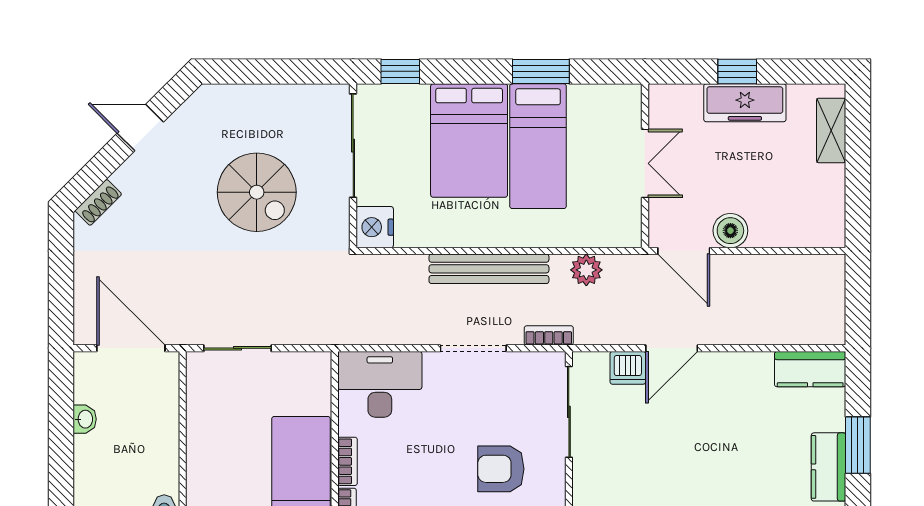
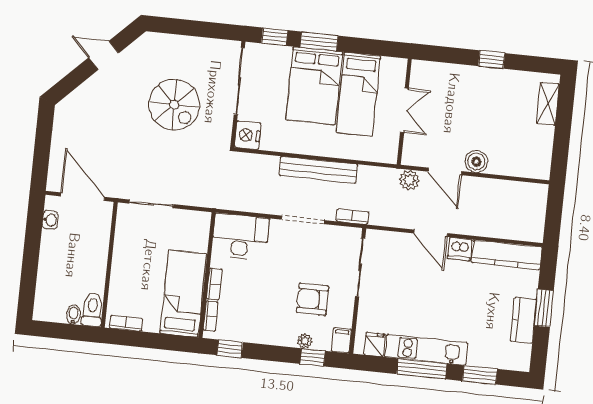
window: (541, 71) -> (319, 41), moved
freezer: (745, 103) -> (494, 80), removed
double door: (645, 163) -> (404, 110), moved
wall: (645, 166) -> (404, 112), moved
shoe rack: (98, 202) -> (72, 101), removed
plant: (586, 270) -> (409, 180), moved
door: (672, 348) -> (431, 233), hinge flipped
dishwasher: (628, 368) -> (460, 249), moved
kitchen counter: (810, 369) -> (507, 255), width x1.50
washbasin: (85, 419) -> (50, 220), moved

